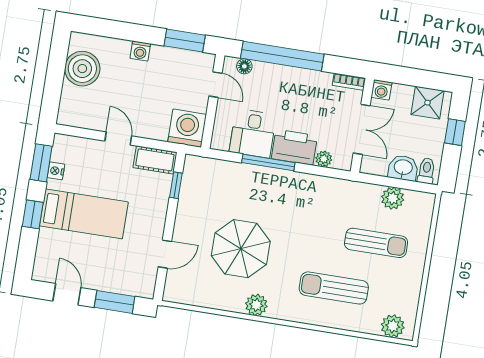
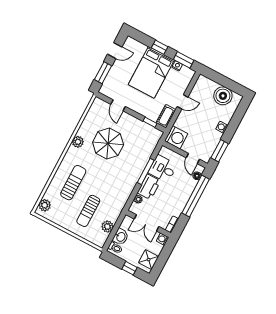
door: (215, 85) -> (193, 159), hinge flipped
bed: (84, 214) -> (151, 72), width x1.50

